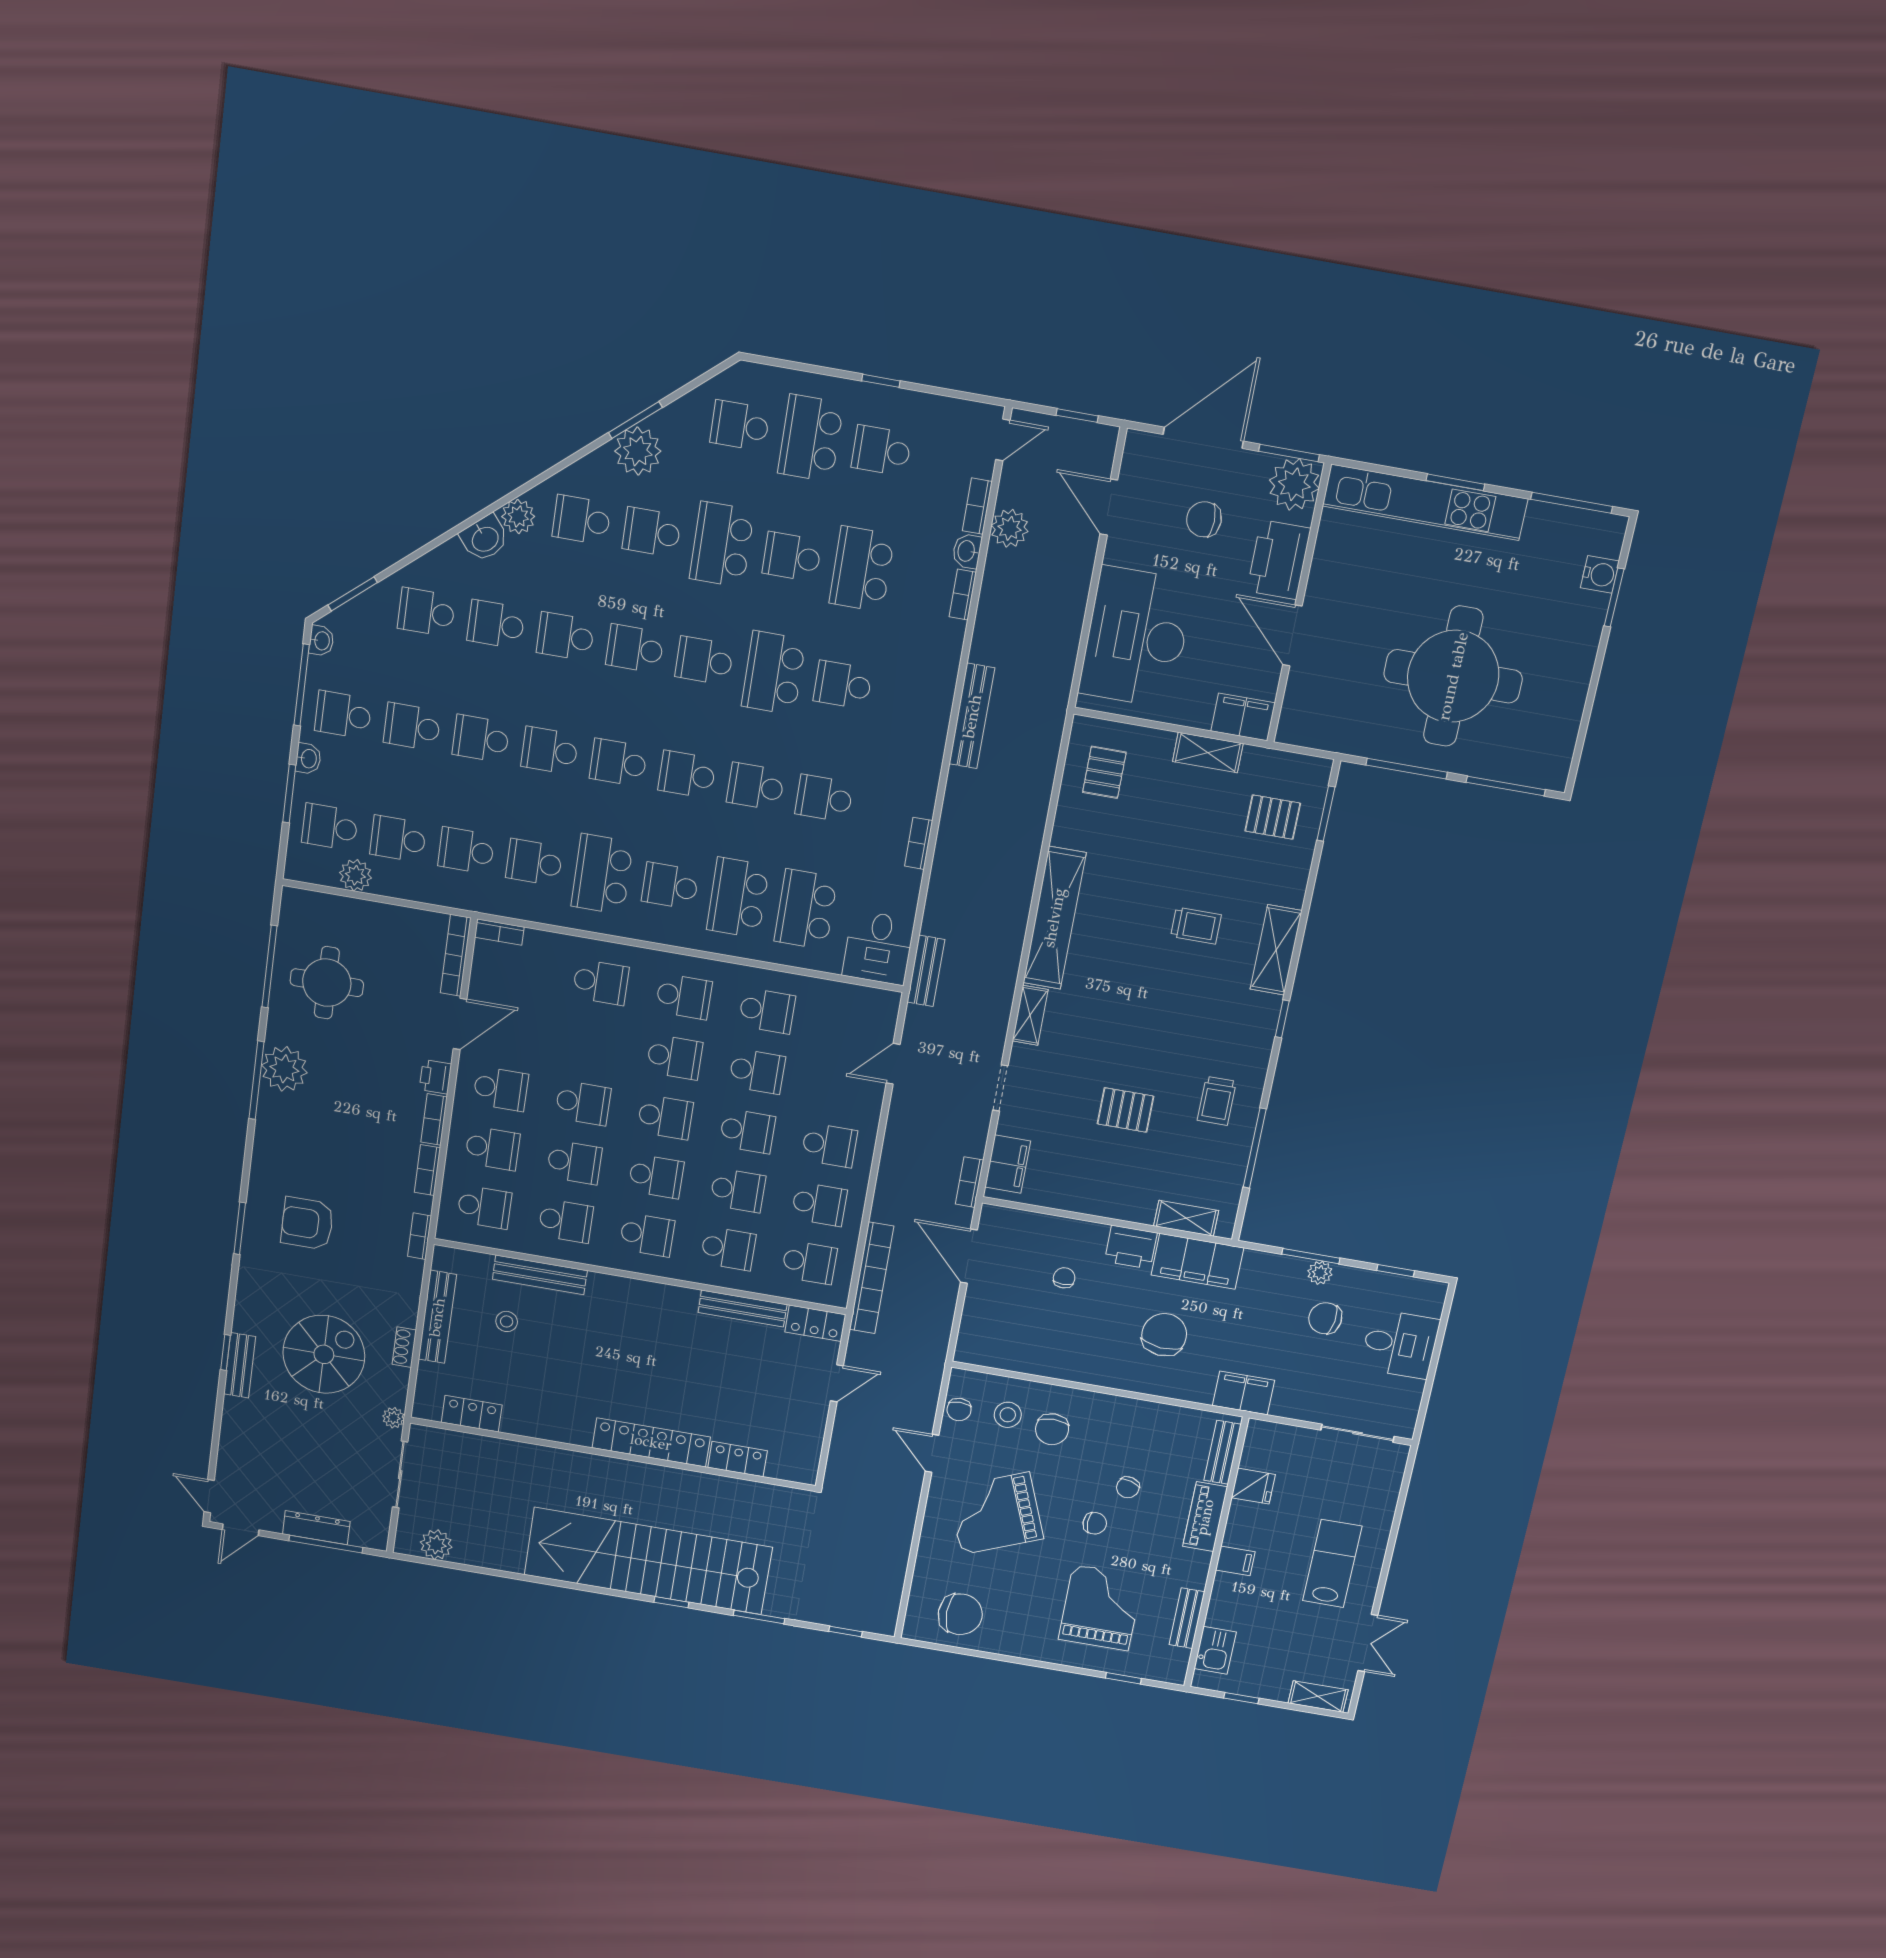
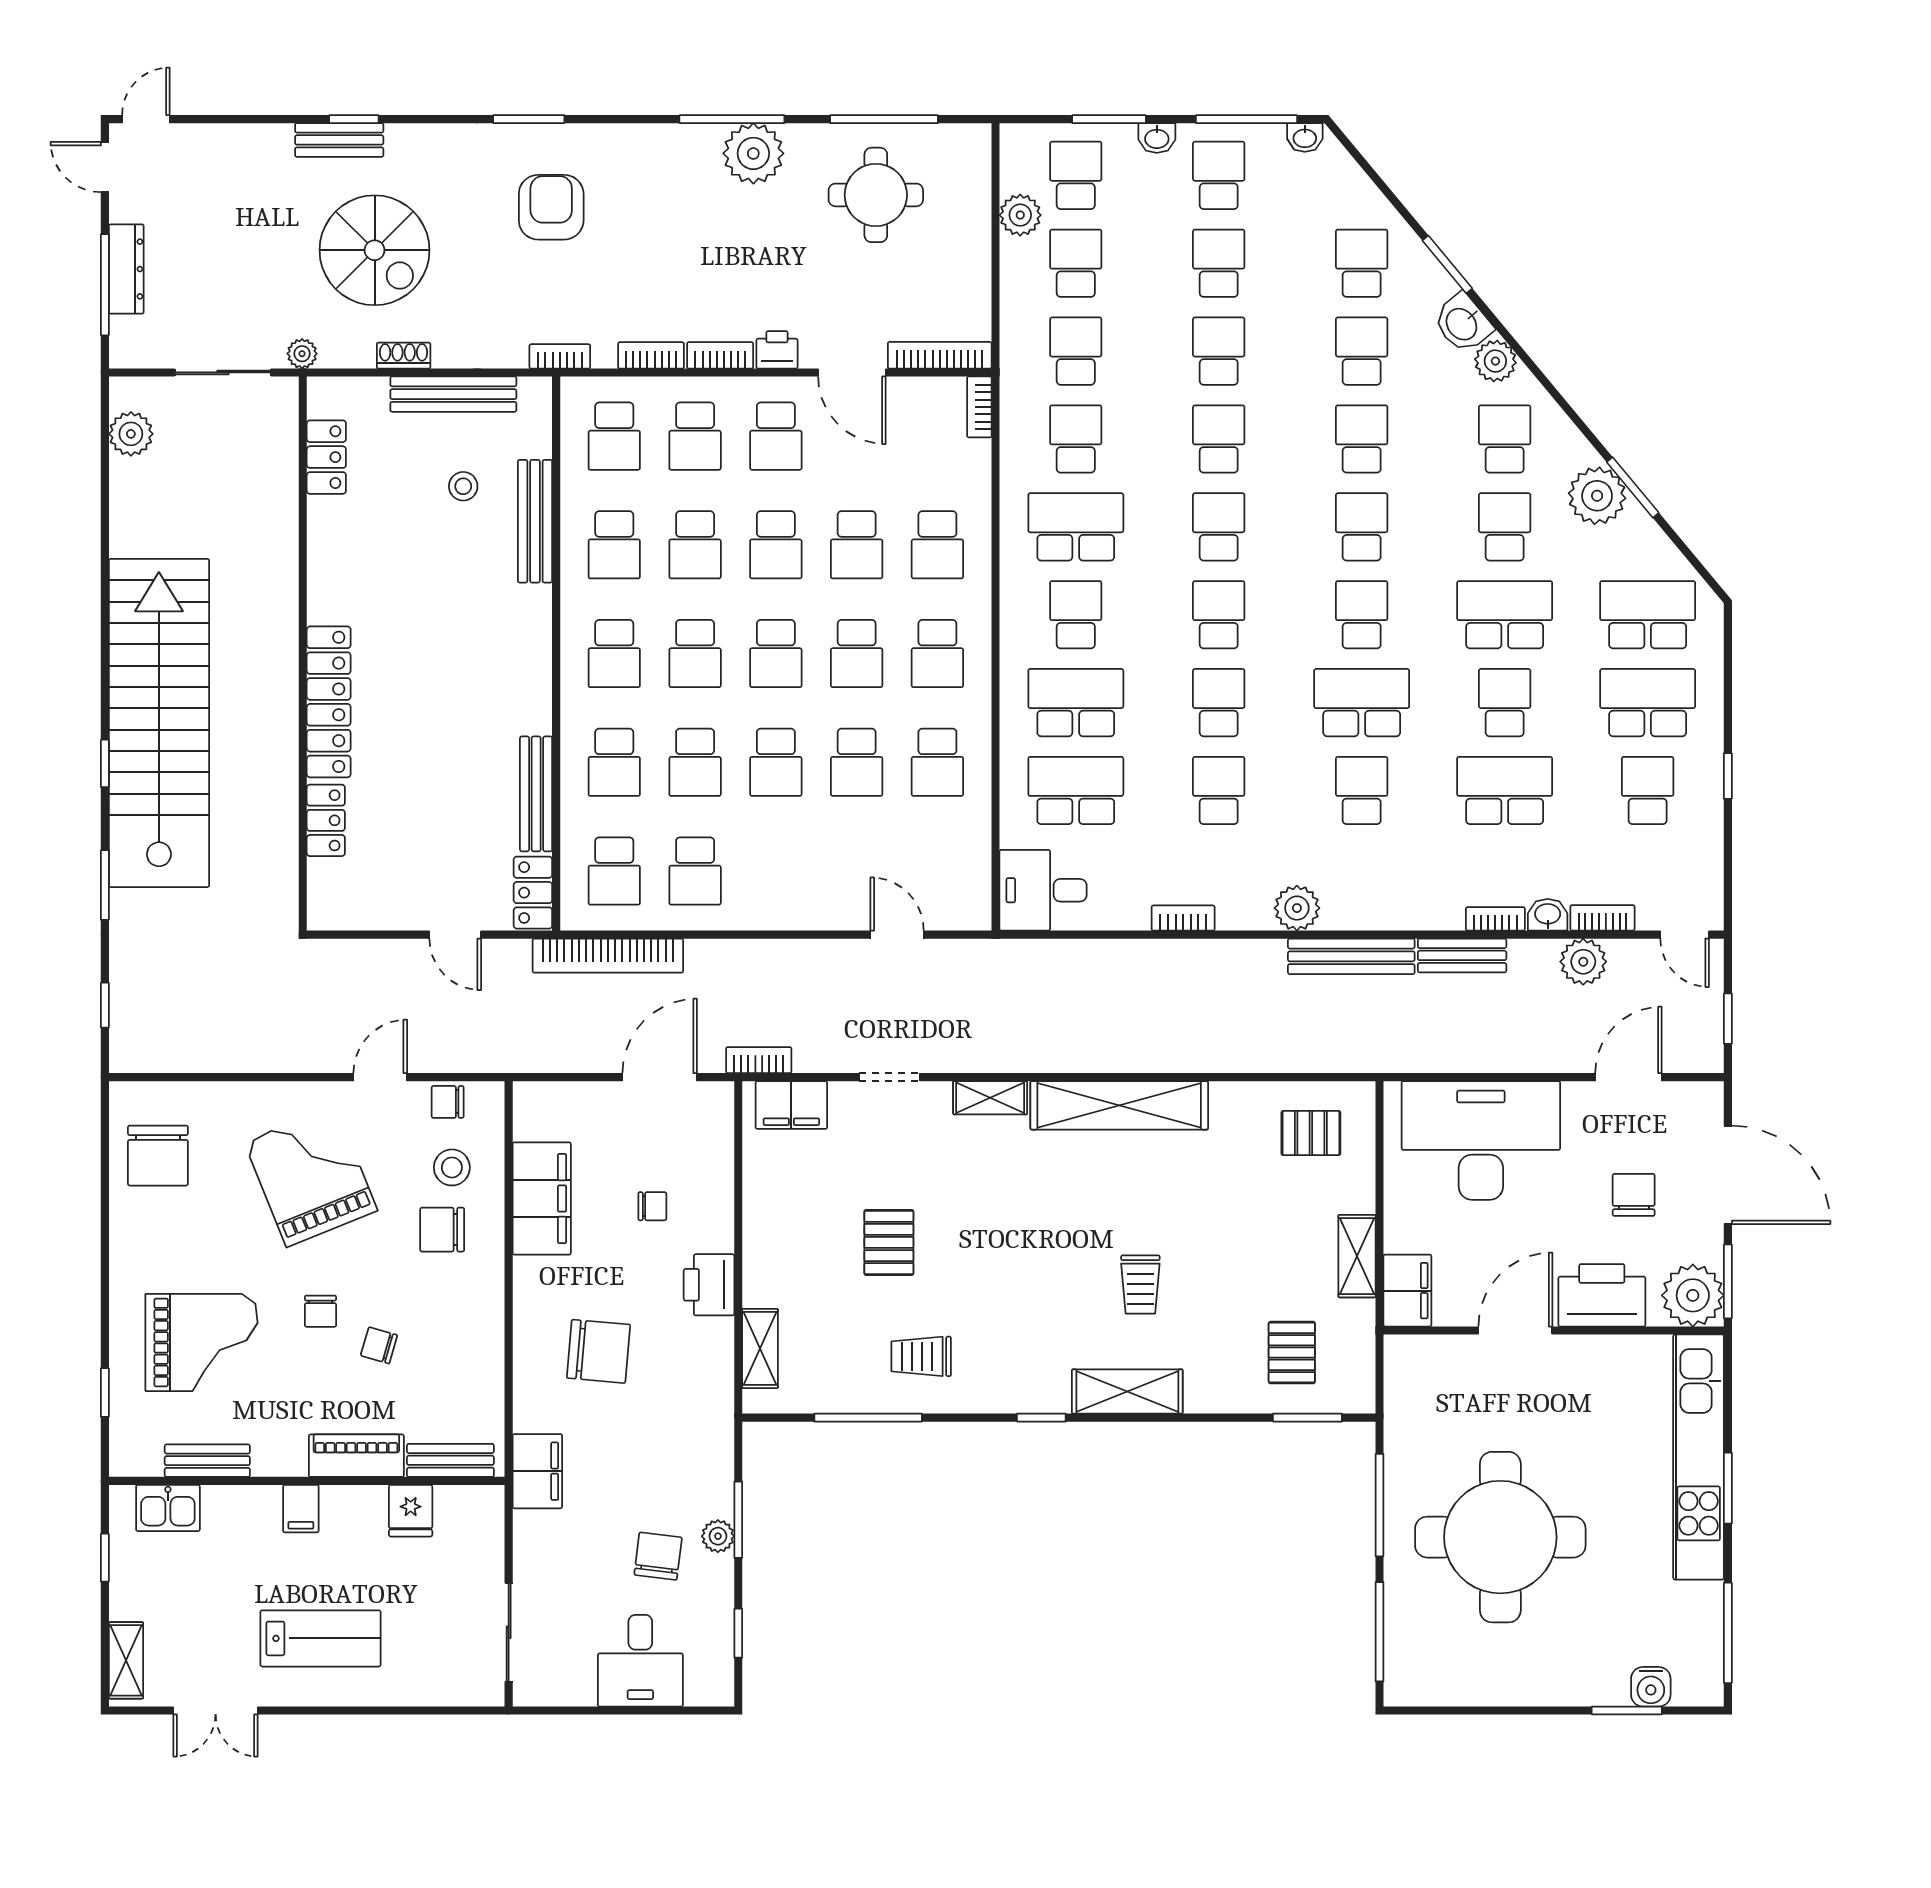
school desk: (740, 426) -> (1648, 615), width x1.85
window: (353, 594) -> (1447, 264), moved
plant: (926, 753) -> (1297, 908), added
bench: (926, 971) -> (1462, 955), moved
school desk: (829, 1145) -> (857, 545), moved
filing cabinet: (1197, 1261) -> (542, 1198), moved, turned 180

